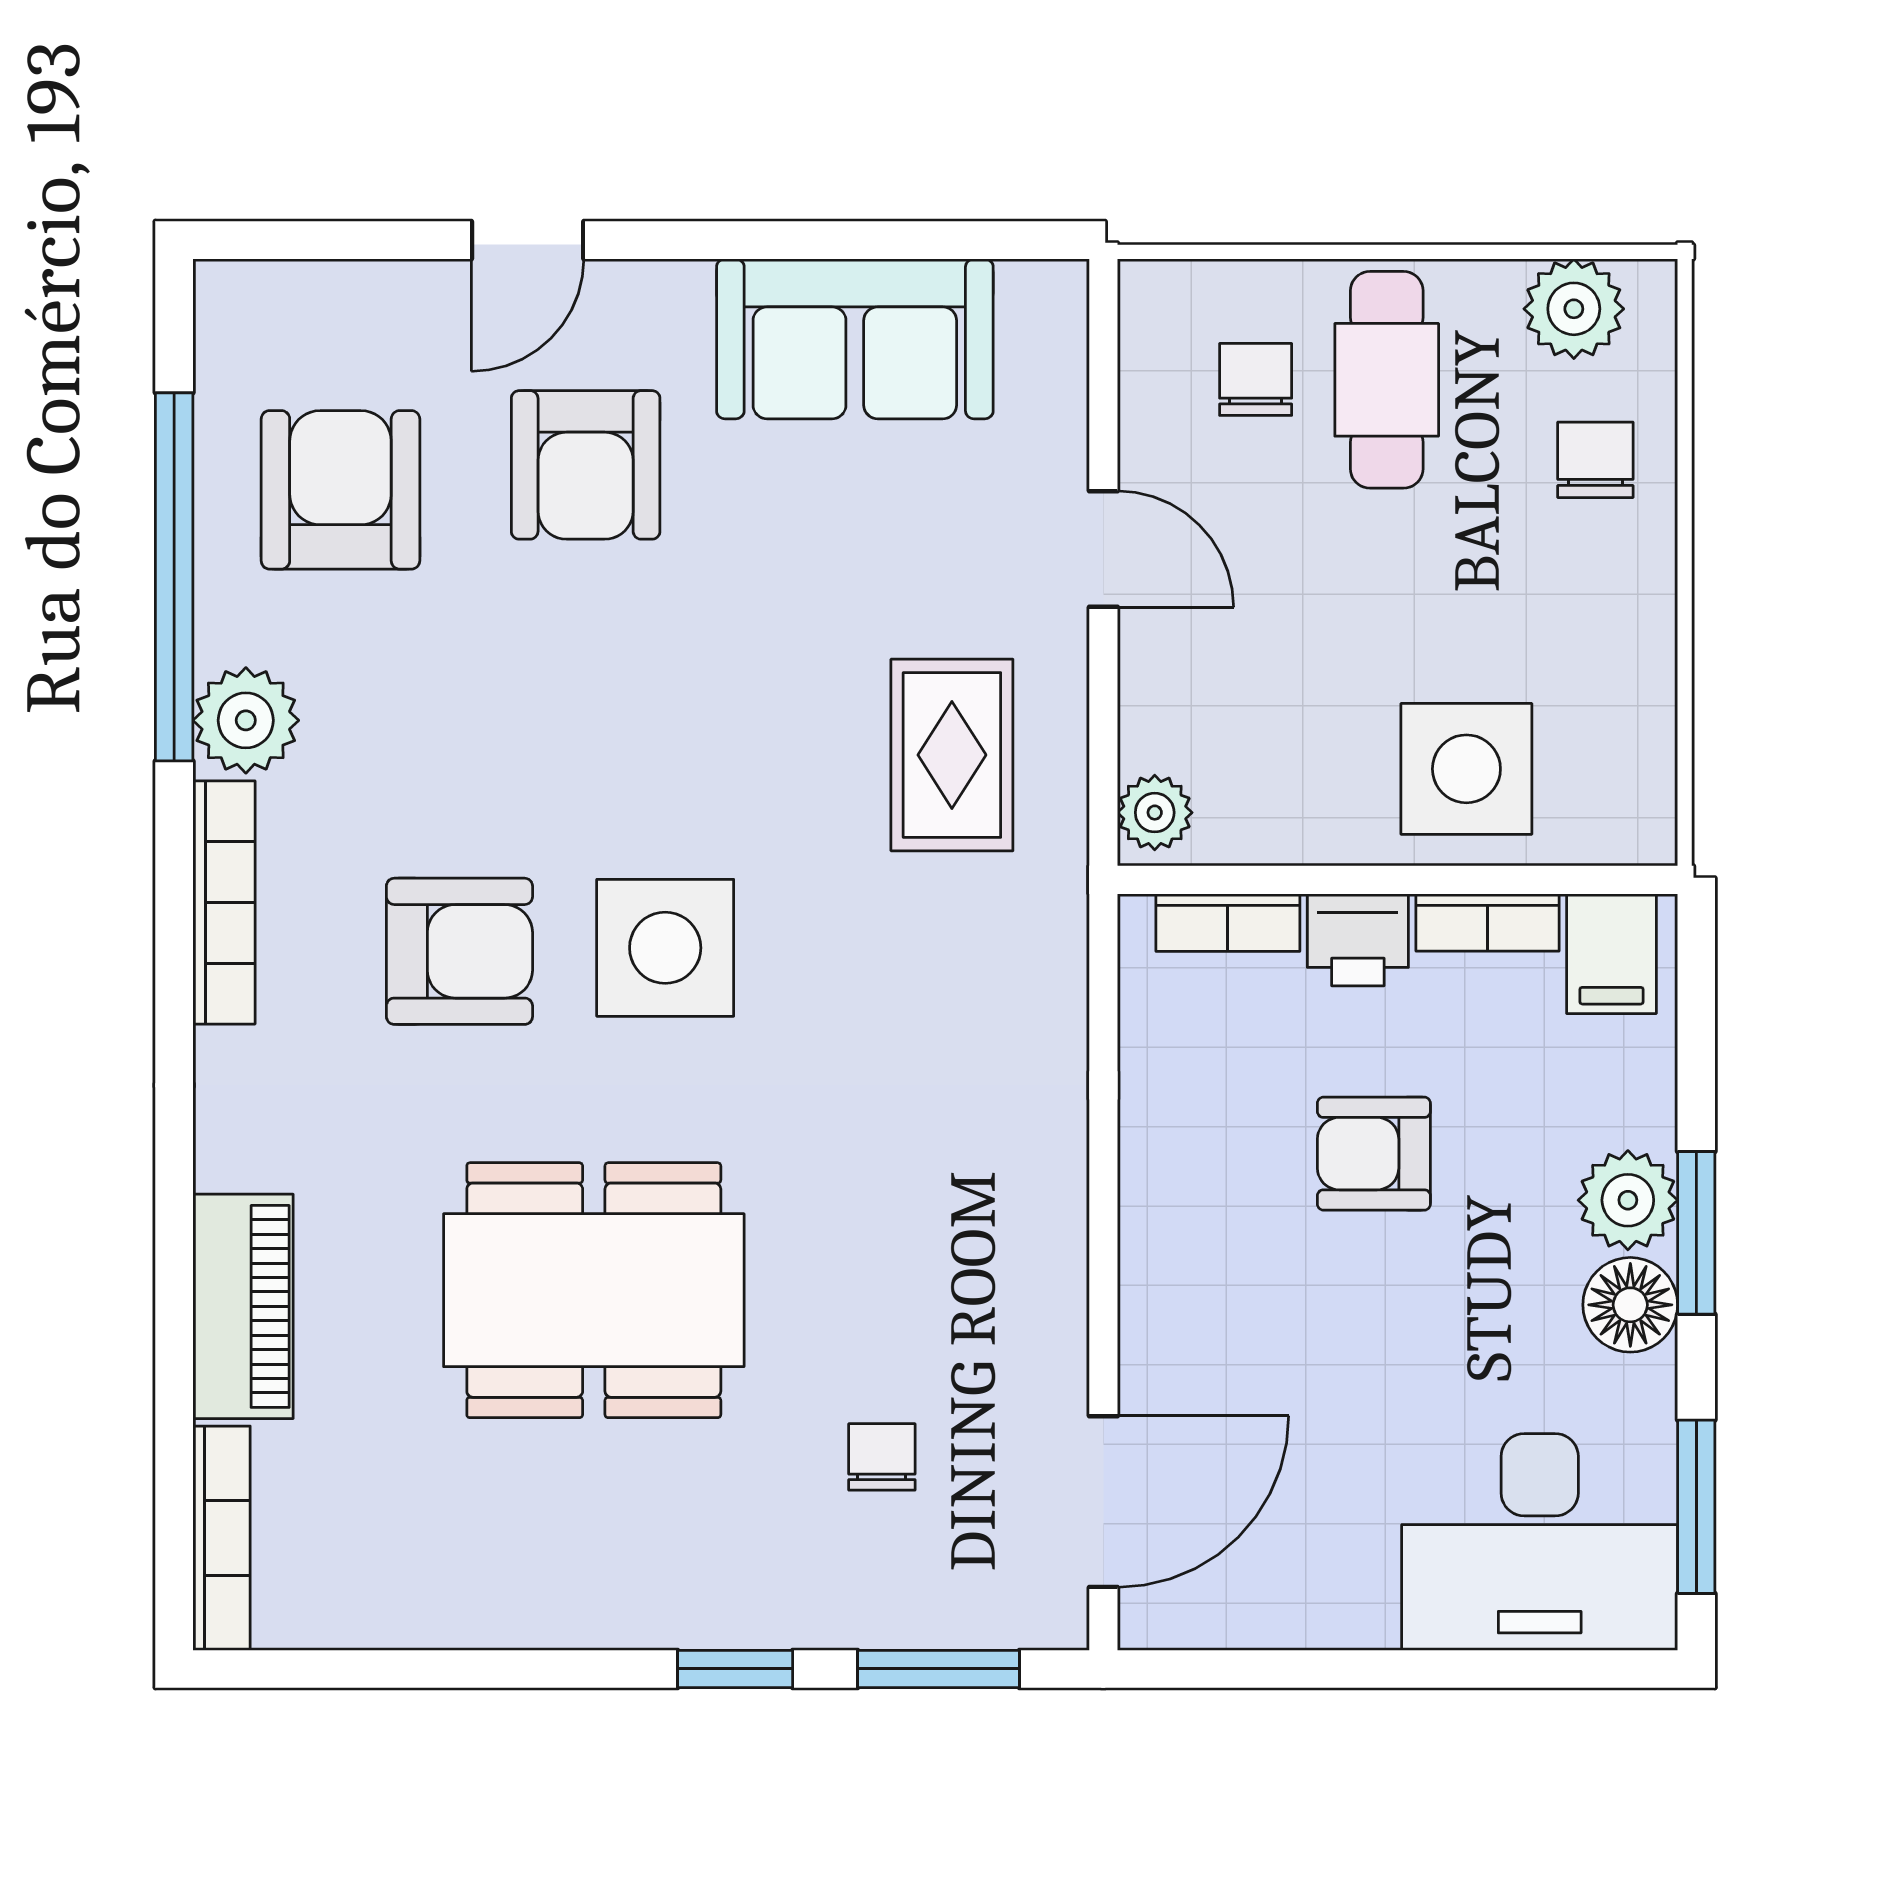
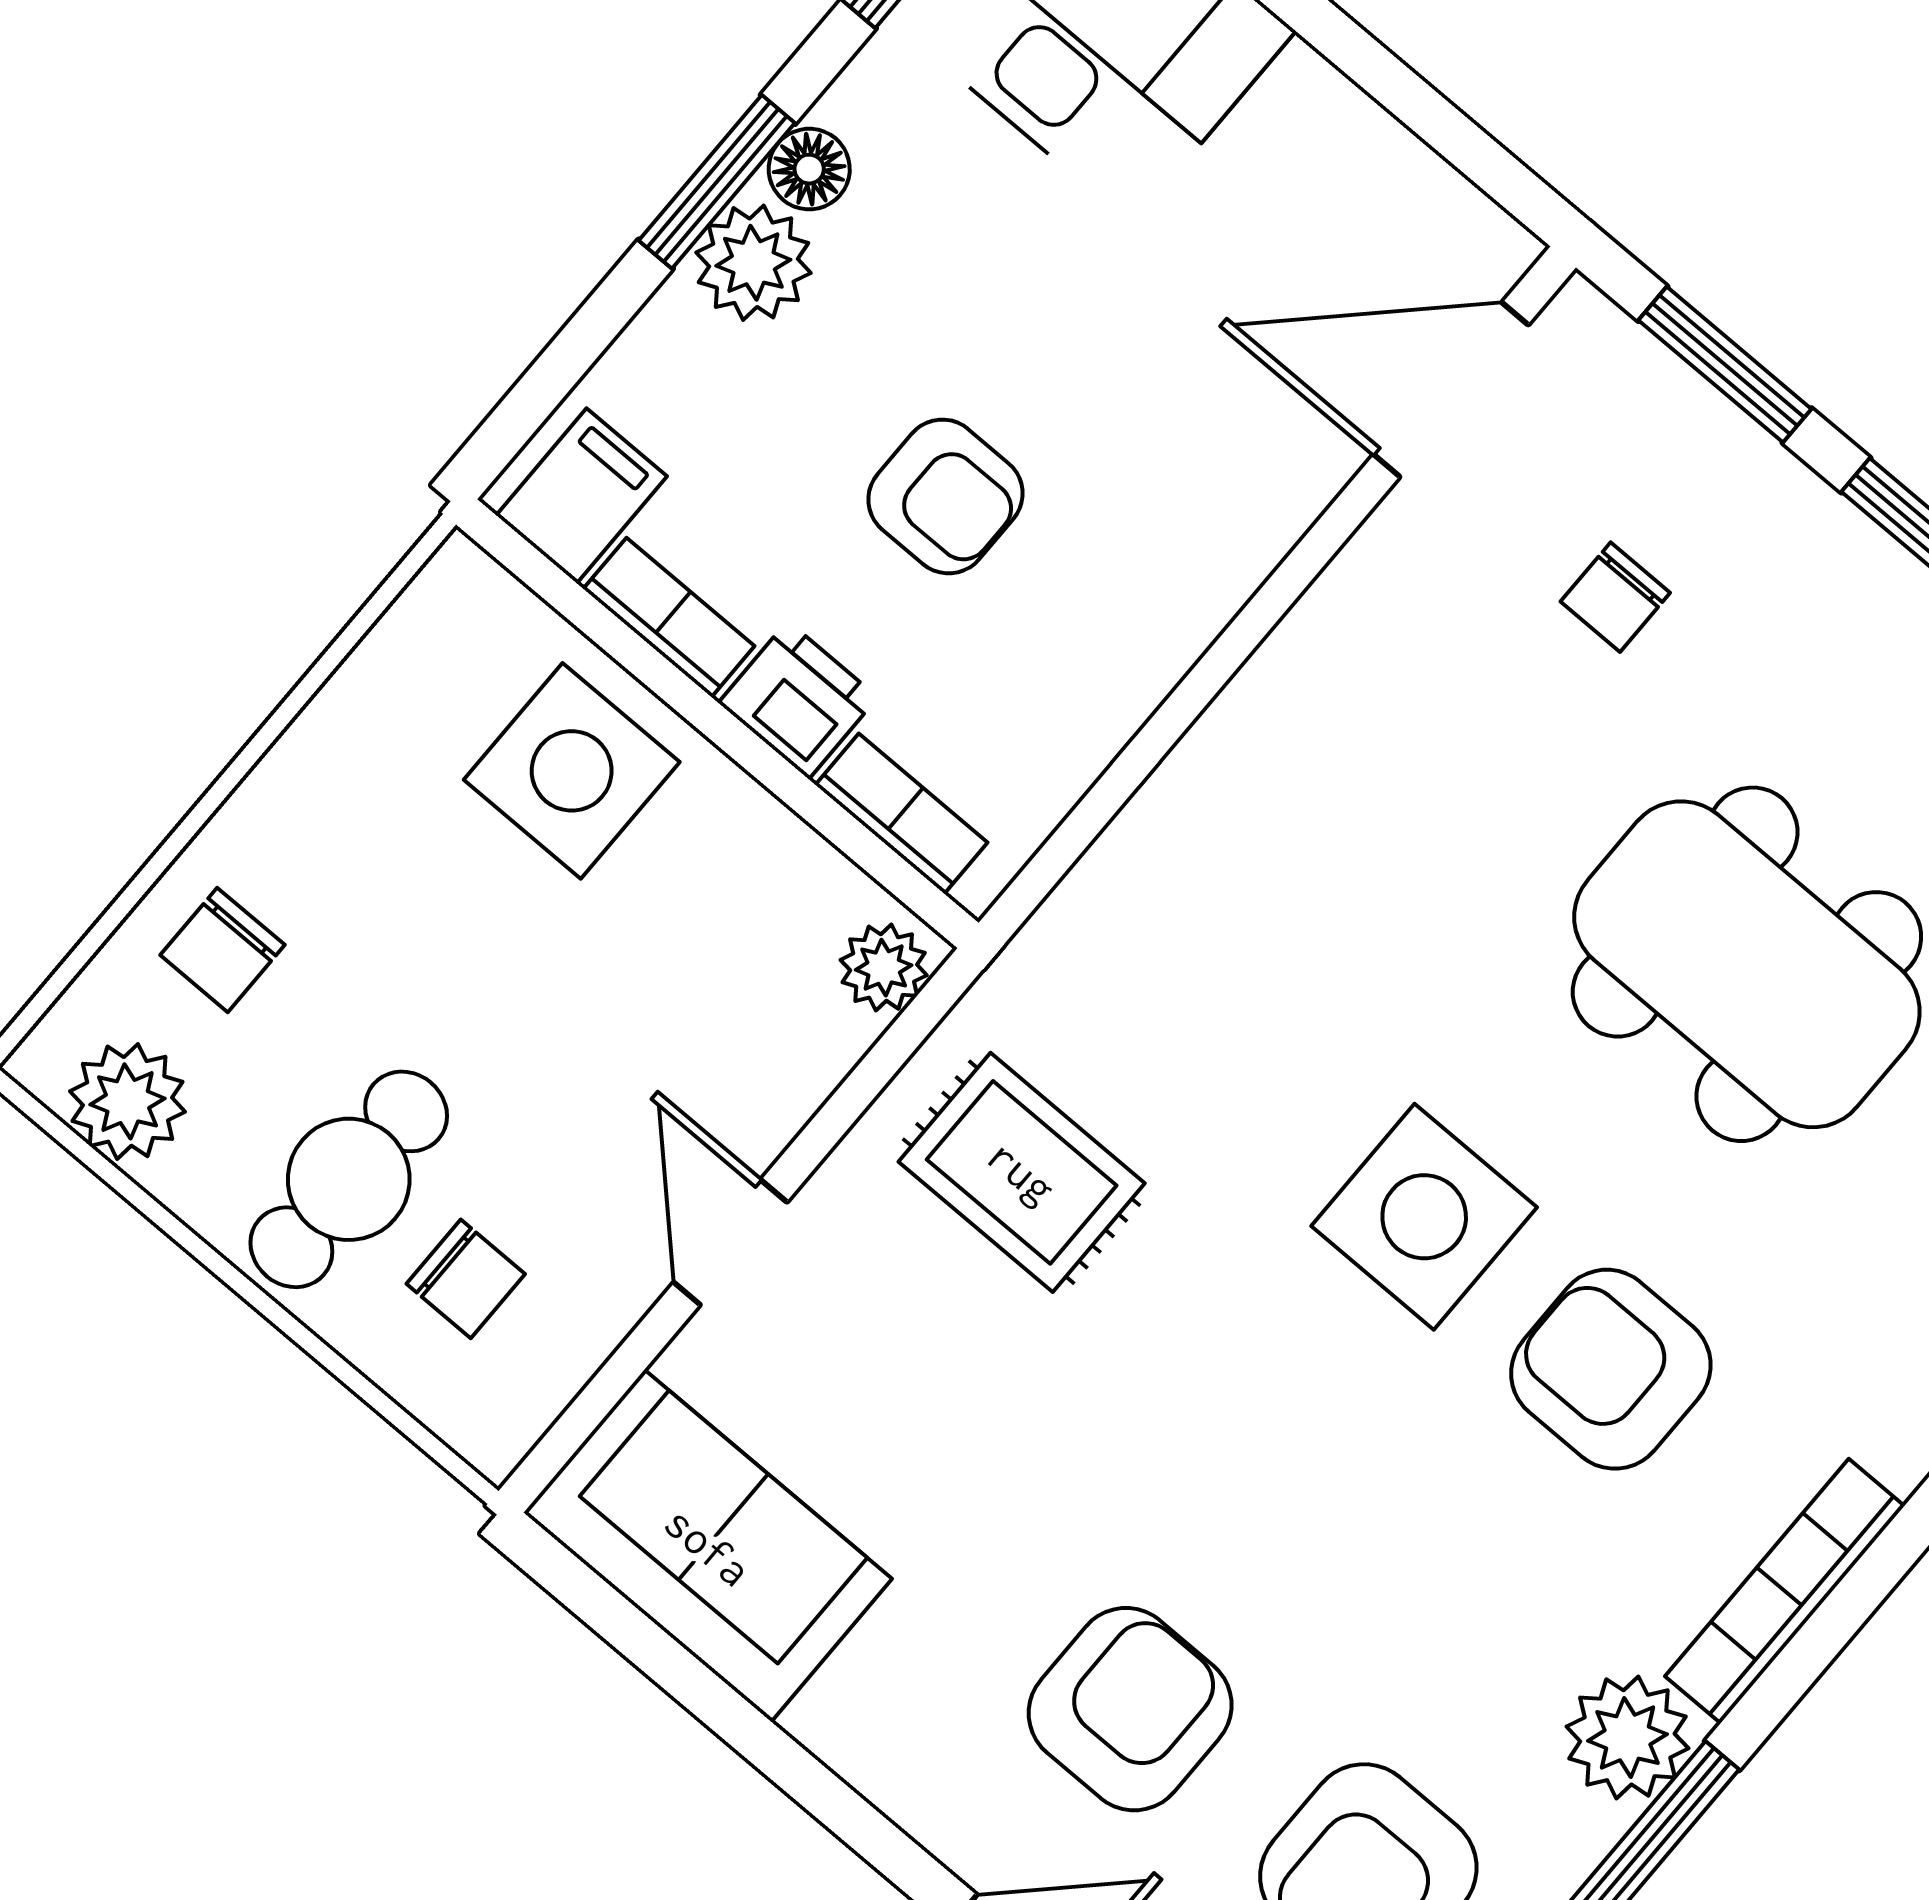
sofa: (855, 339) -> (708, 1546), moved
chair: (1256, 379) -> (466, 1279), turned -90
rug: (952, 755) -> (1022, 1172), turned 90
floor lamp: (1630, 1305) -> (809, 169), width x0.73, depth x0.73

